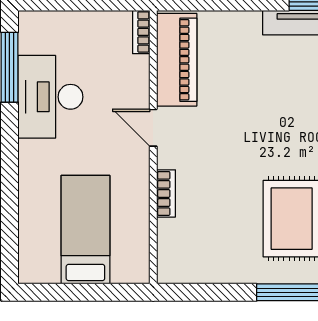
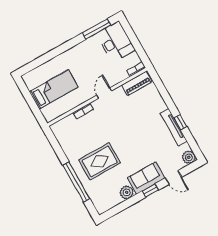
piano: (177, 60) -> (137, 83), width x0.73, depth x0.75
desk: (50, 97) -> (116, 42), moved, turned 90

